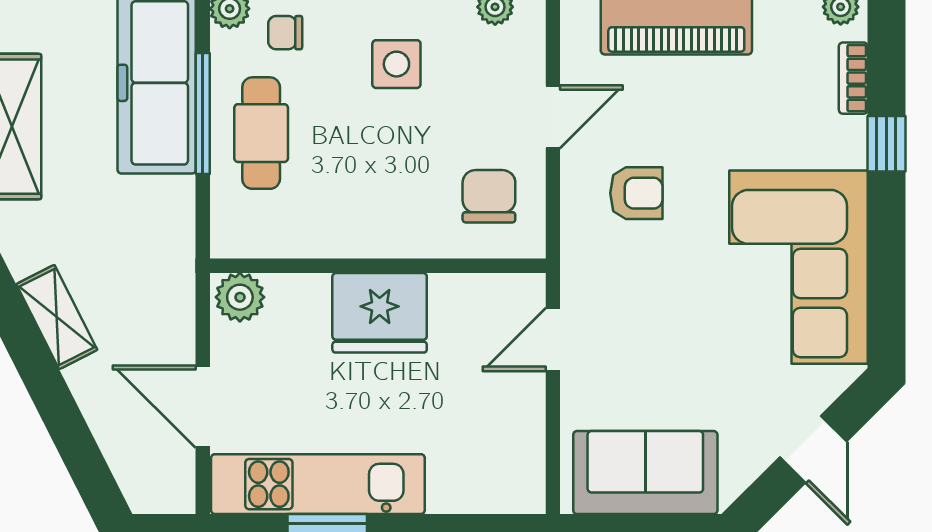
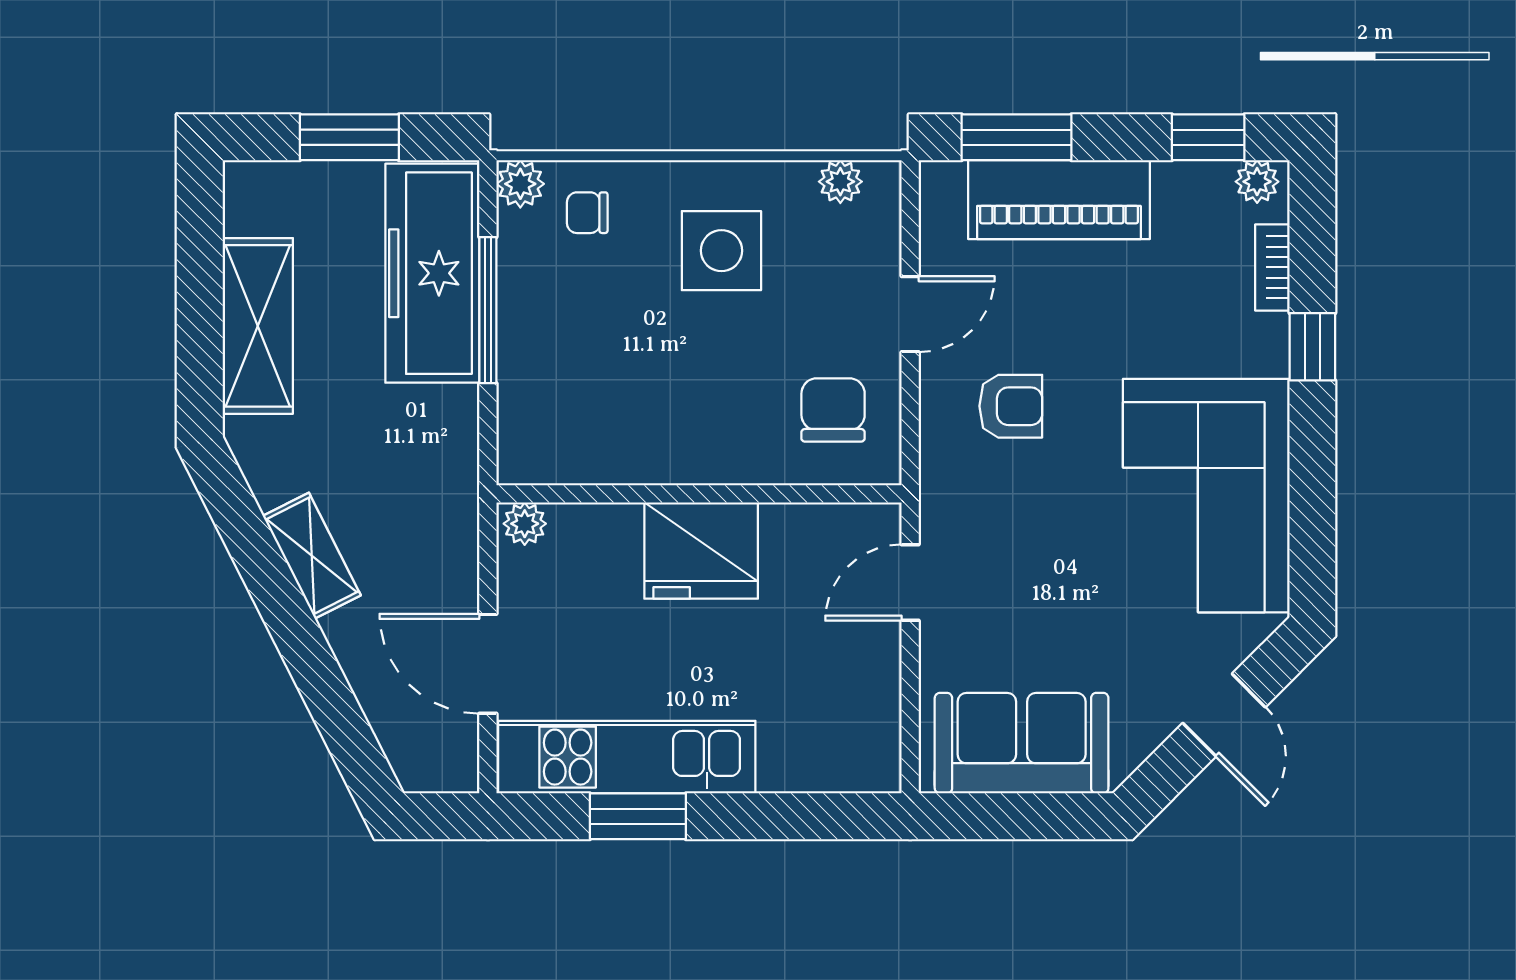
side table: (396, 64) -> (721, 251), width x1.37, depth x1.37
cafe table: (261, 133) -> (558, 334), removed
plant: (240, 297) -> (525, 524), width x0.73, depth x0.73

